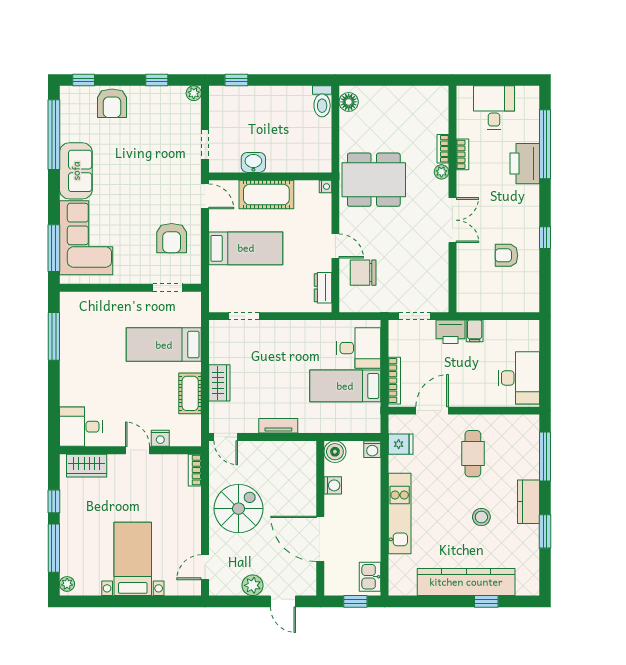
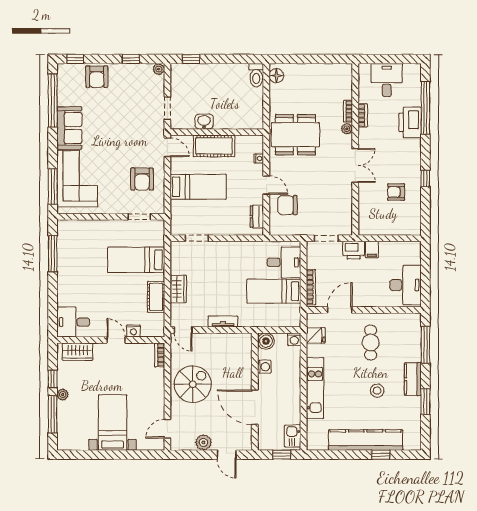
nightstand: (326, 186) -> (259, 159), moved
plant: (67, 584) -> (63, 395), moved

